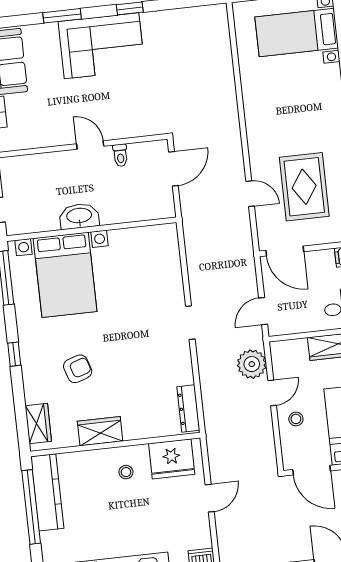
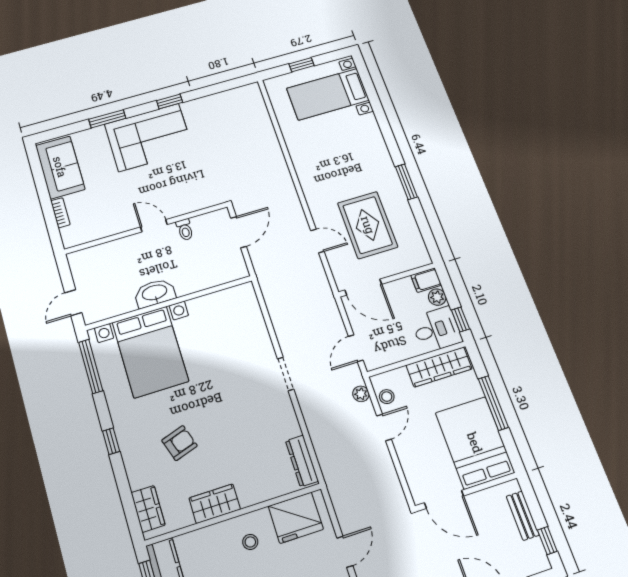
plant: (252, 364) -> (361, 394), width x0.53, depth x0.53
stool: (296, 419) -> (387, 397), moved

